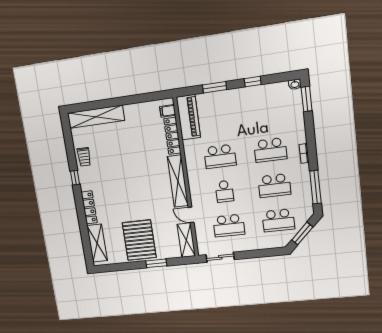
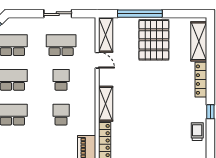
school desk: (220, 156) -> (61, 115), width x0.54
shelving: (178, 181) -> (106, 104), width x0.68
sliding door: (220, 257) -> (58, 14), moved
window: (156, 263) -> (140, 14), width x2.11

